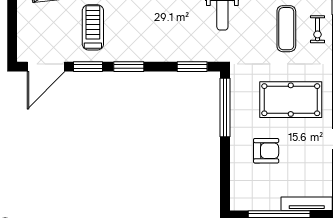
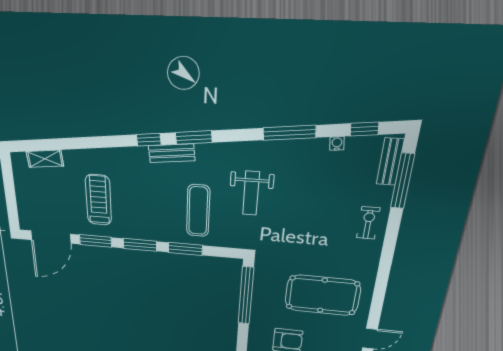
exercise mat: (286, 29) -> (198, 211), moved
exercise bike: (318, 29) -> (368, 223), turned 180
window: (192, 67) -> (185, 249), moved

